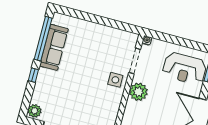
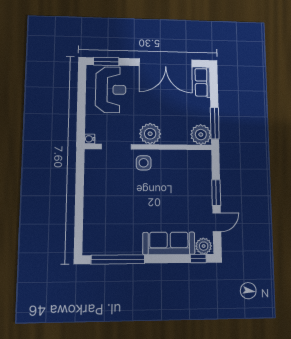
sofa: (54, 47) -> (169, 243), moved
window: (33, 75) -> (198, 259), moved

